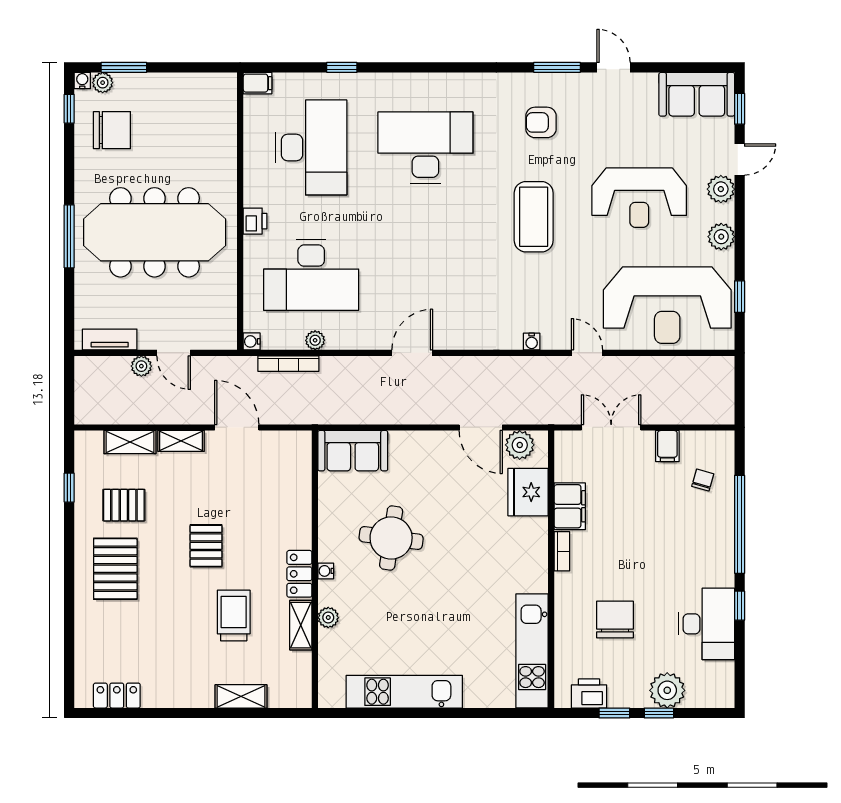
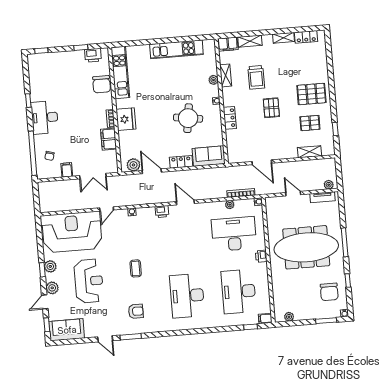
window: (342, 67) -> (251, 327), moved
plant: (103, 83) -> (289, 317), moved
window: (69, 109) -> (348, 281), moved
chair: (112, 130) -> (329, 292), turned -90
desk: (425, 147) -> (187, 296), turned 90
reception desk: (639, 198) -> (89, 281), turned 90
coffee table: (534, 217) -> (136, 268), width x0.54, depth x0.58
window: (740, 297) -> (42, 270), moved
printer: (465, 337) -> (162, 212), added
door: (412, 353) -> (185, 202), swing flipped
door: (587, 353) -> (107, 209), hinge flipped
plant: (141, 366) -> (329, 185), moved
shelving: (181, 441) -> (283, 38), moved
locker: (415, 443) -> (181, 162), added
fridge: (528, 492) -> (126, 119), moved
window: (740, 524) -> (33, 153), moved
pallet: (115, 569) -> (311, 94), turned 90
locker: (299, 574) -> (230, 118), moved
chair: (615, 619) -> (102, 84), moved
desk: (707, 624) -> (45, 117), moved
plant: (667, 690) -> (58, 60), removed
filing cabinet: (290, 694) -> (228, 44), added
window: (659, 713) -> (41, 51), moved

